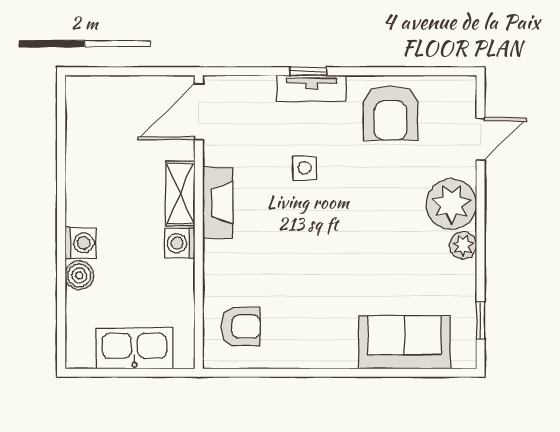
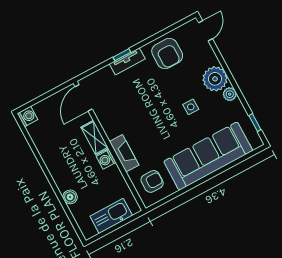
door: (481, 139) -> (205, 31), moved
side table: (305, 168) -> (191, 107), moved
fireplace: (218, 203) -> (124, 153), moved
washing machine: (81, 243) -> (27, 116), moved
sofa: (404, 342) -> (208, 156), width x1.85, depth x1.27

